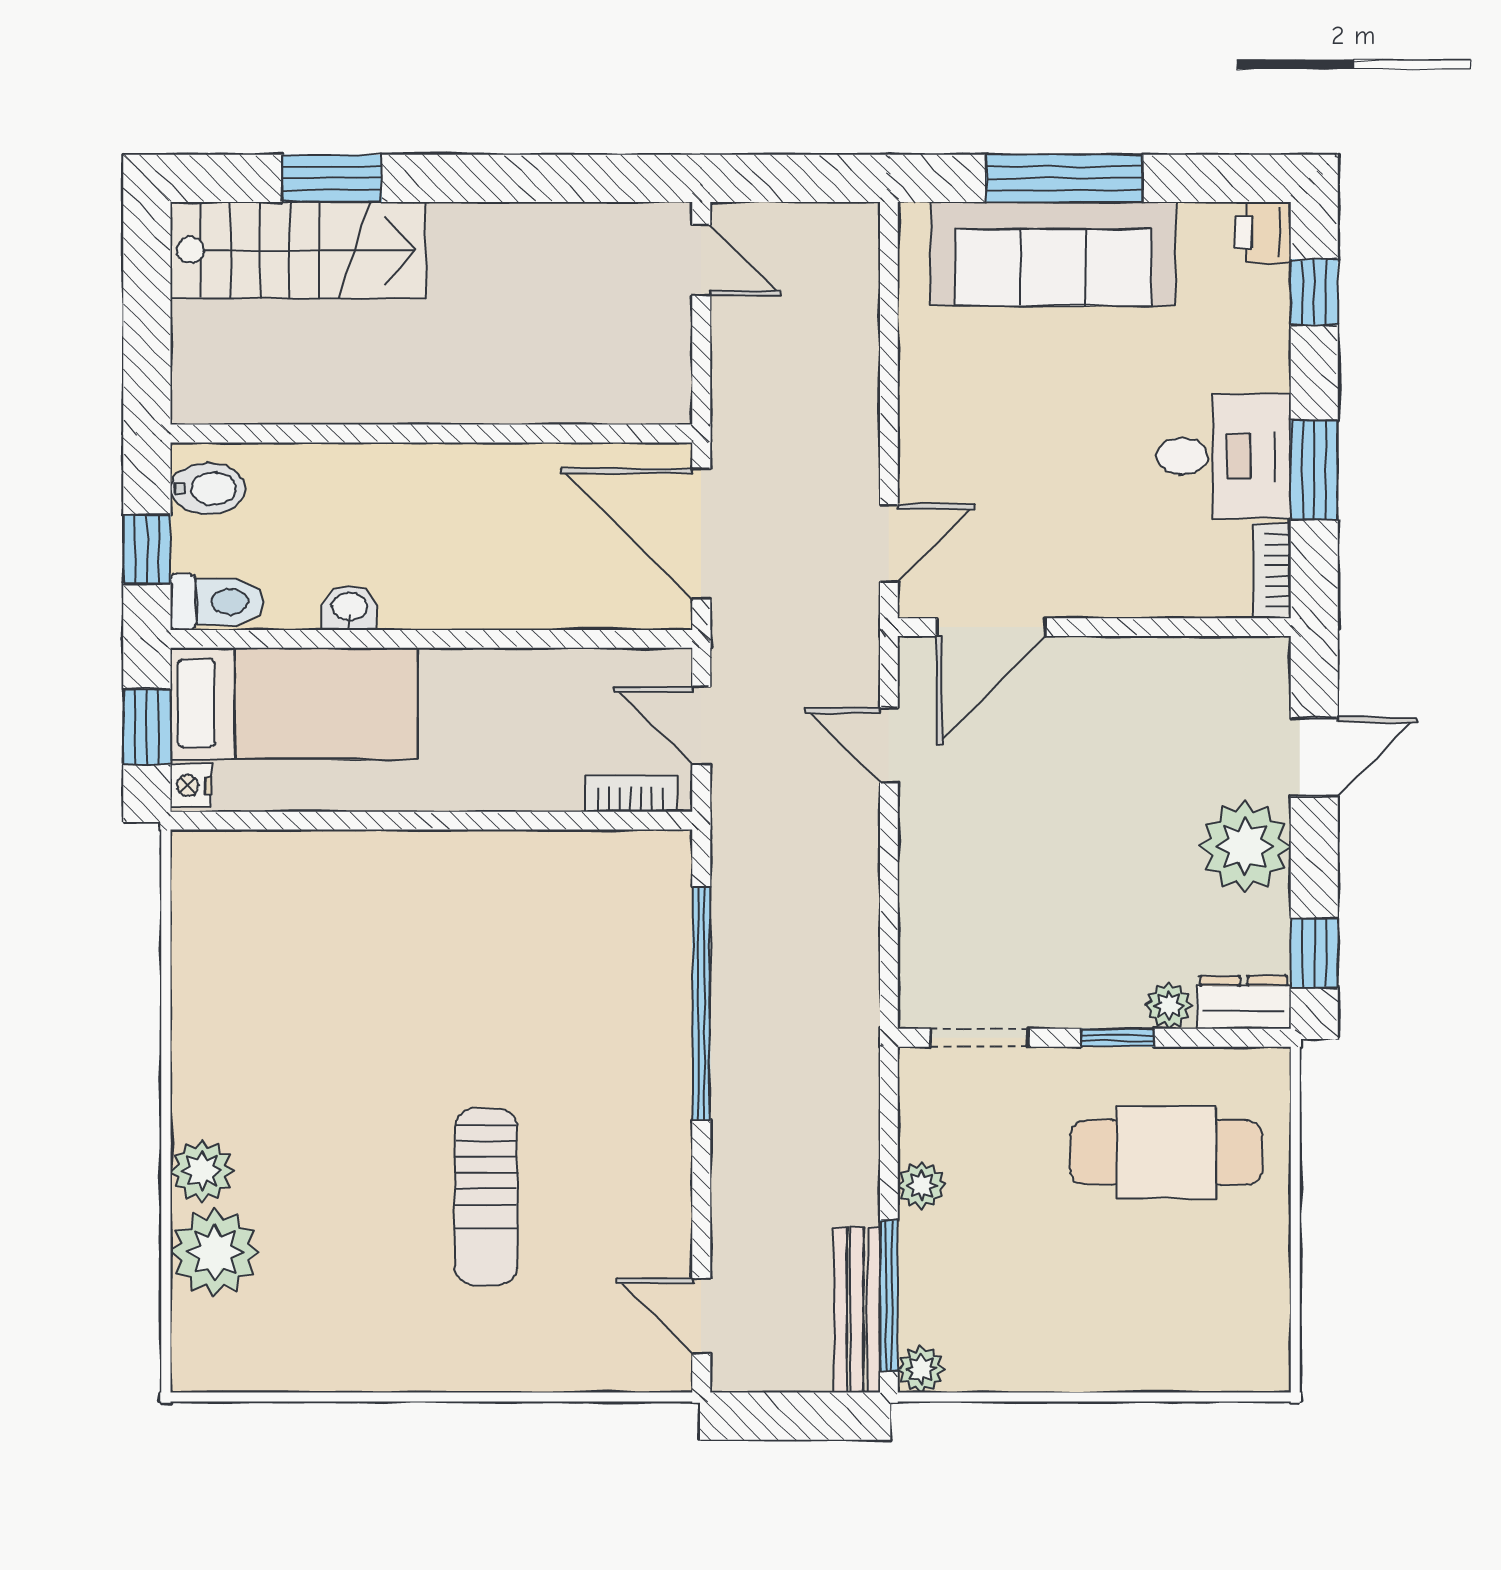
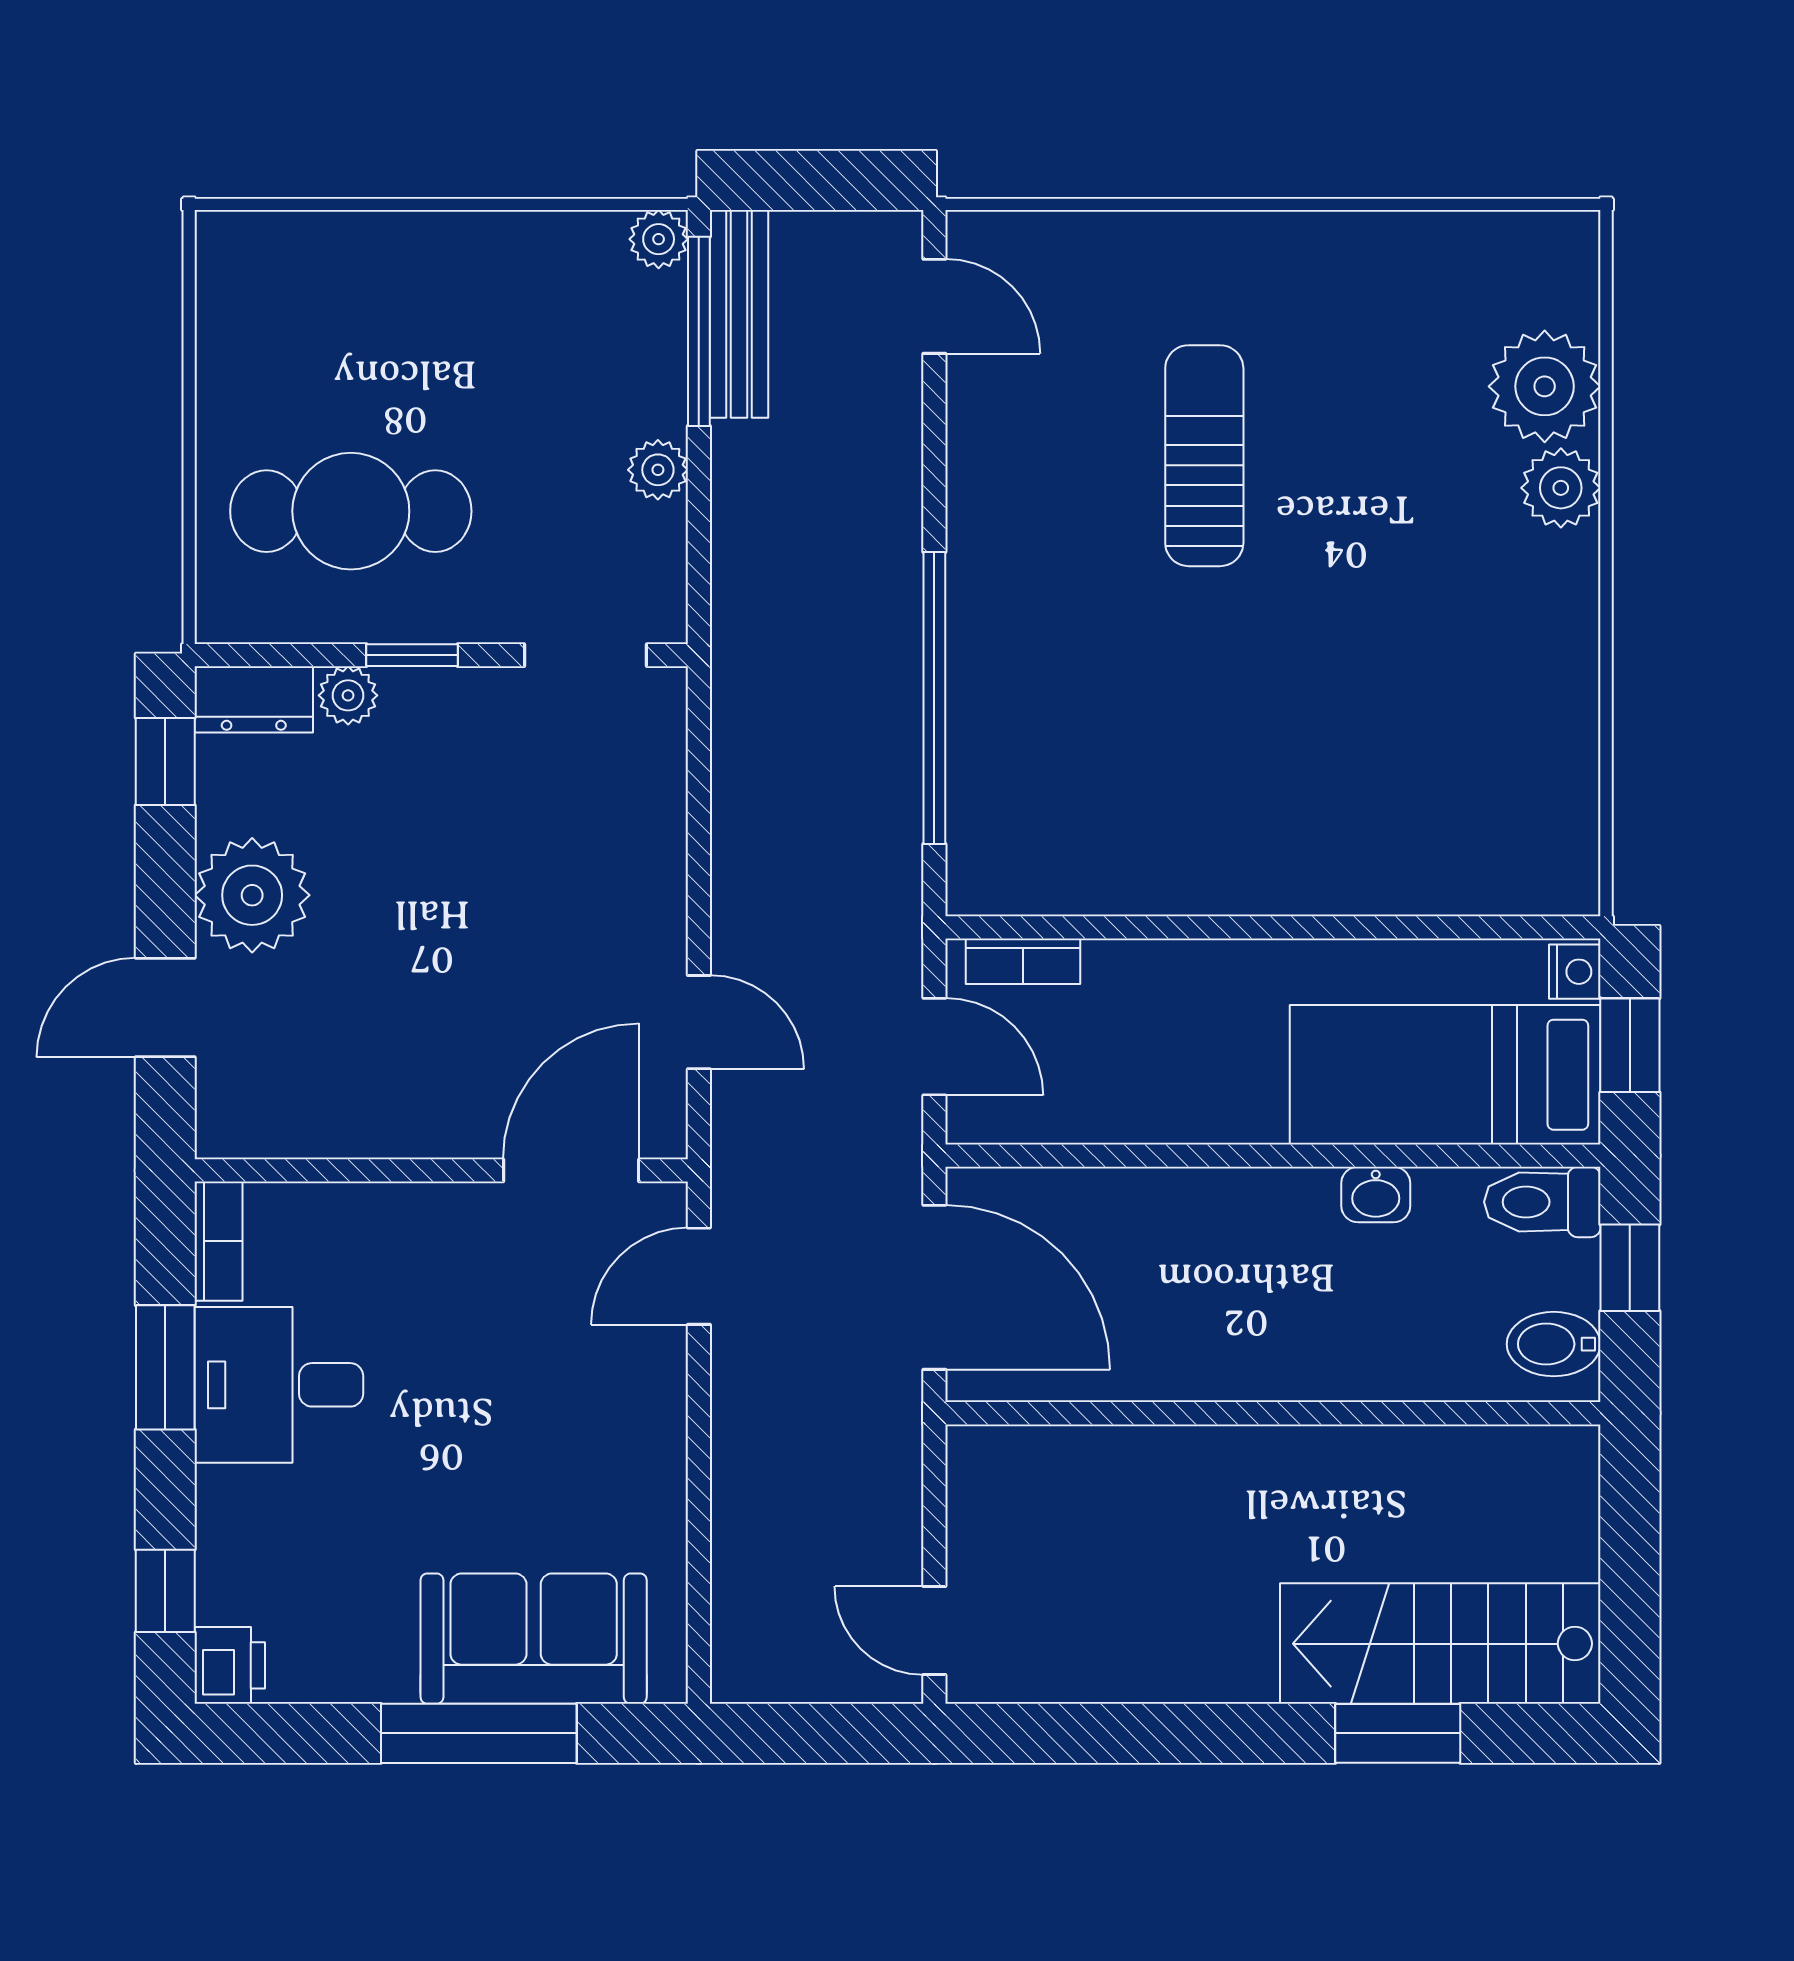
sofa: (1053, 254) -> (534, 1639), width x0.73

